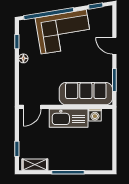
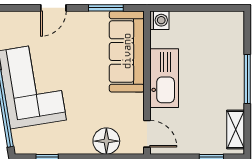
floor lamp: (23, 58) -> (106, 141), moved, width x1.89, depth x1.89
washing machine: (95, 115) -> (159, 20), moved

